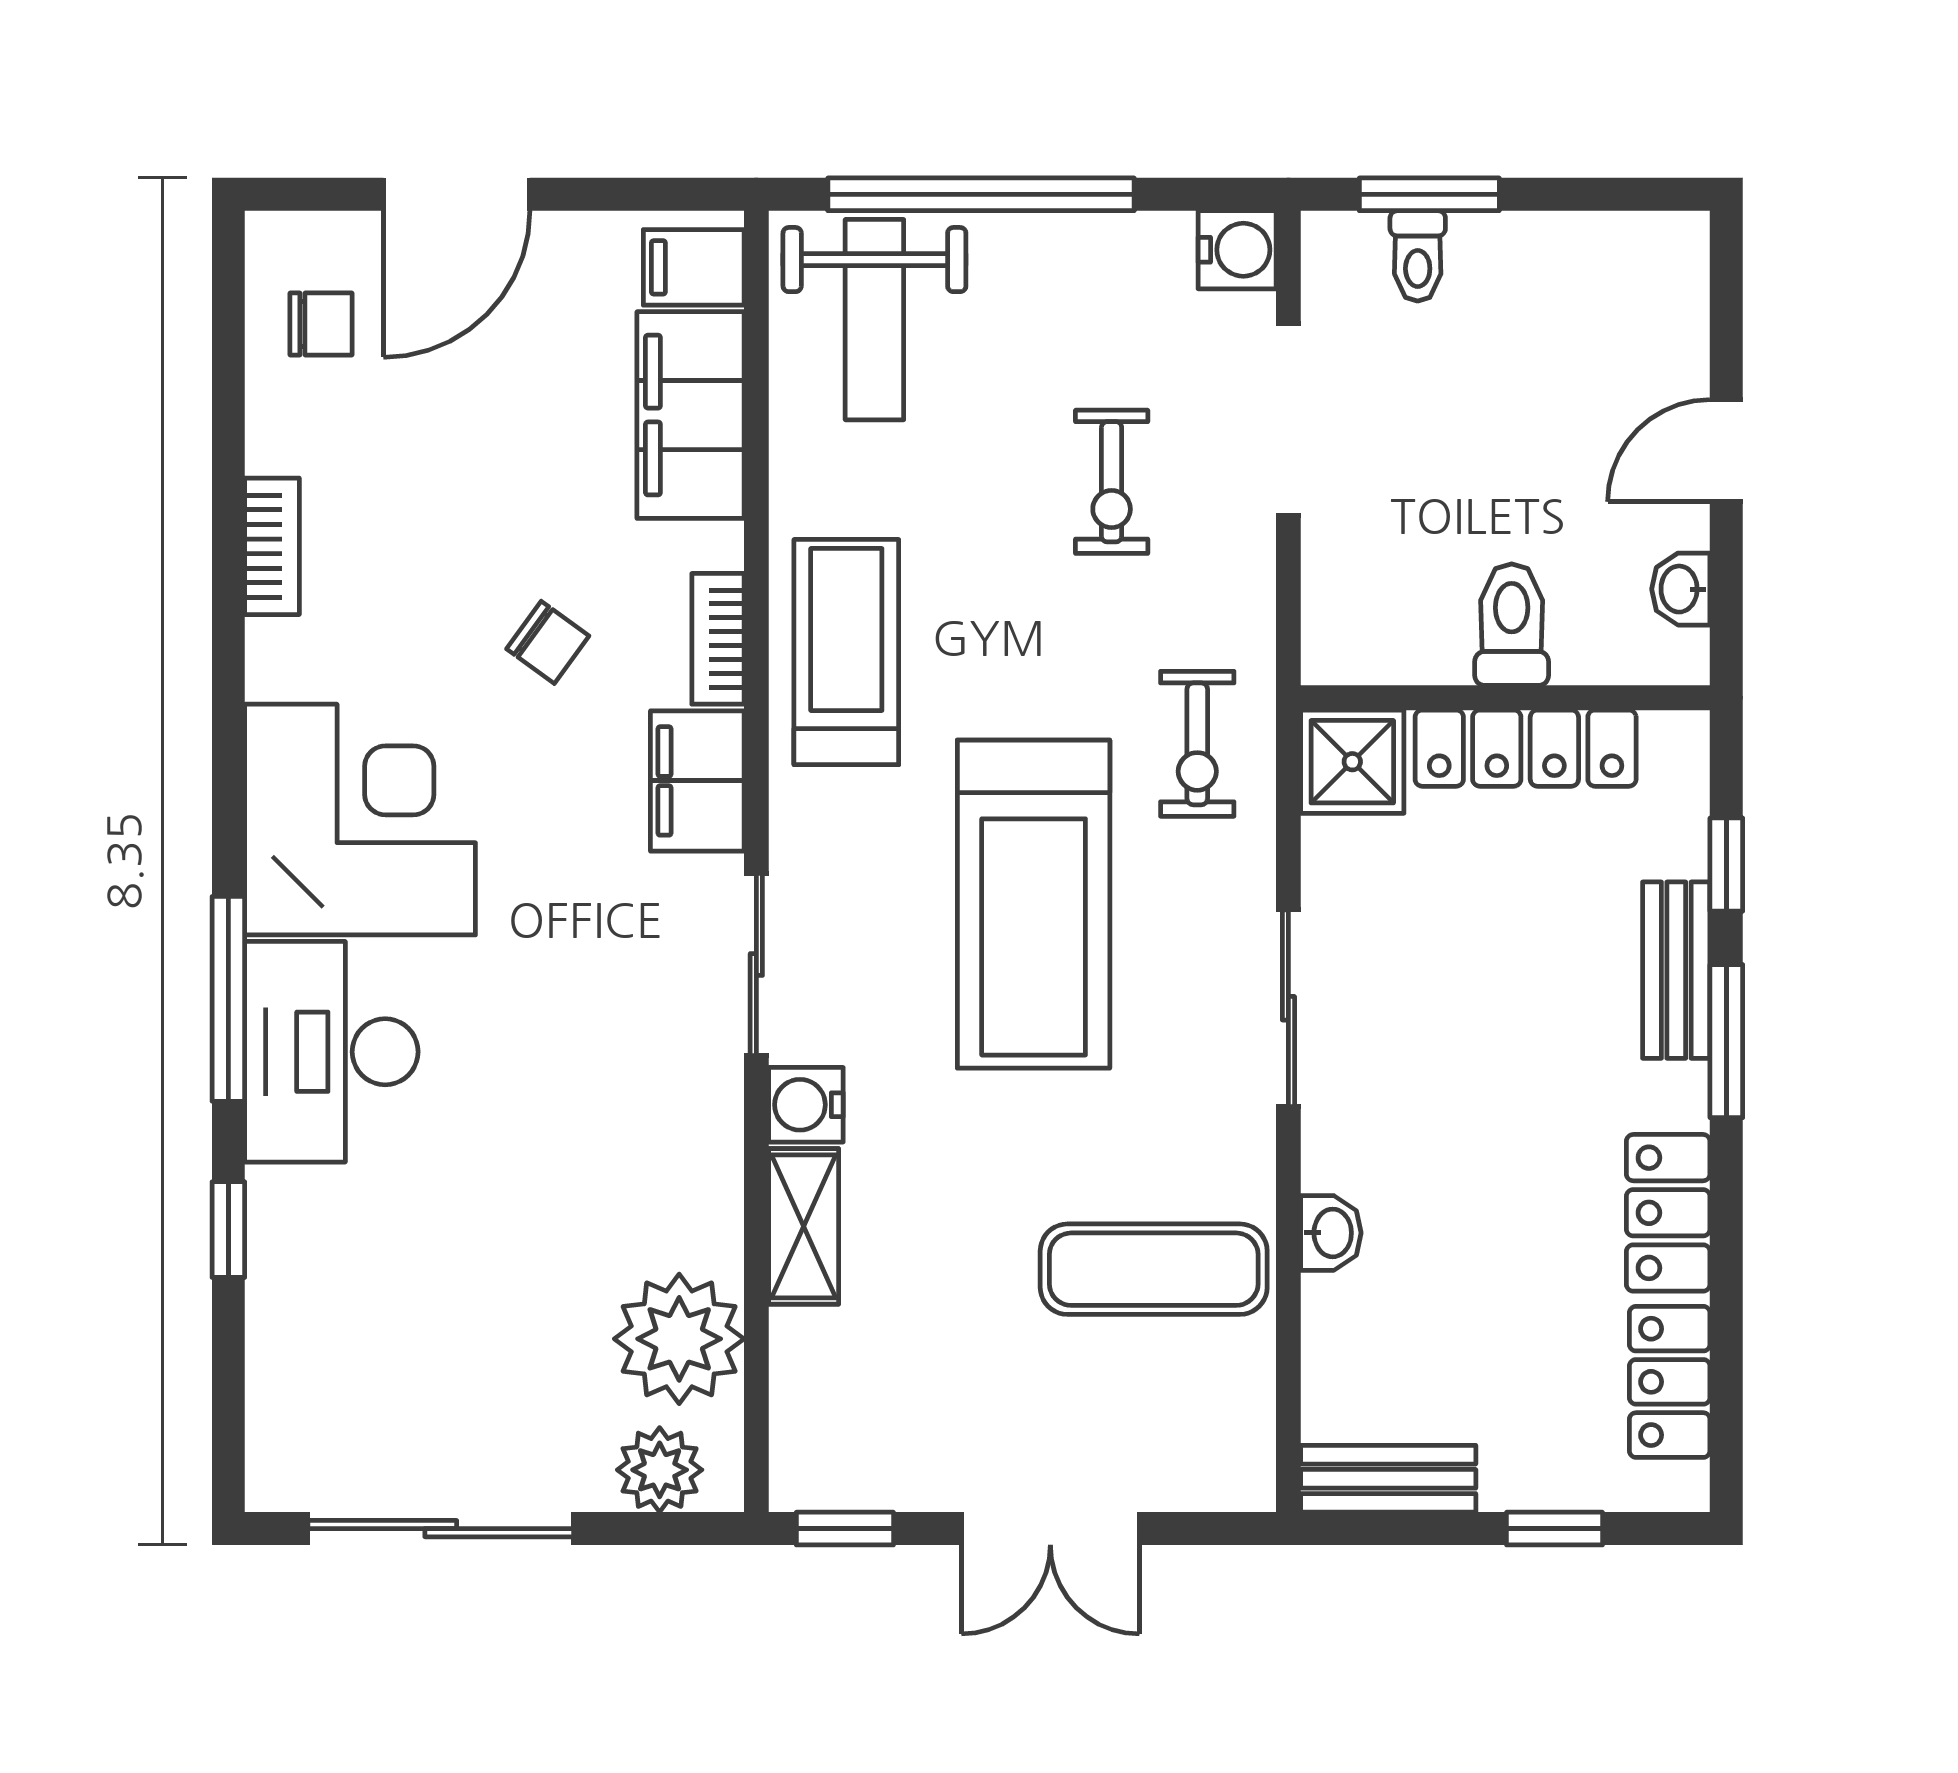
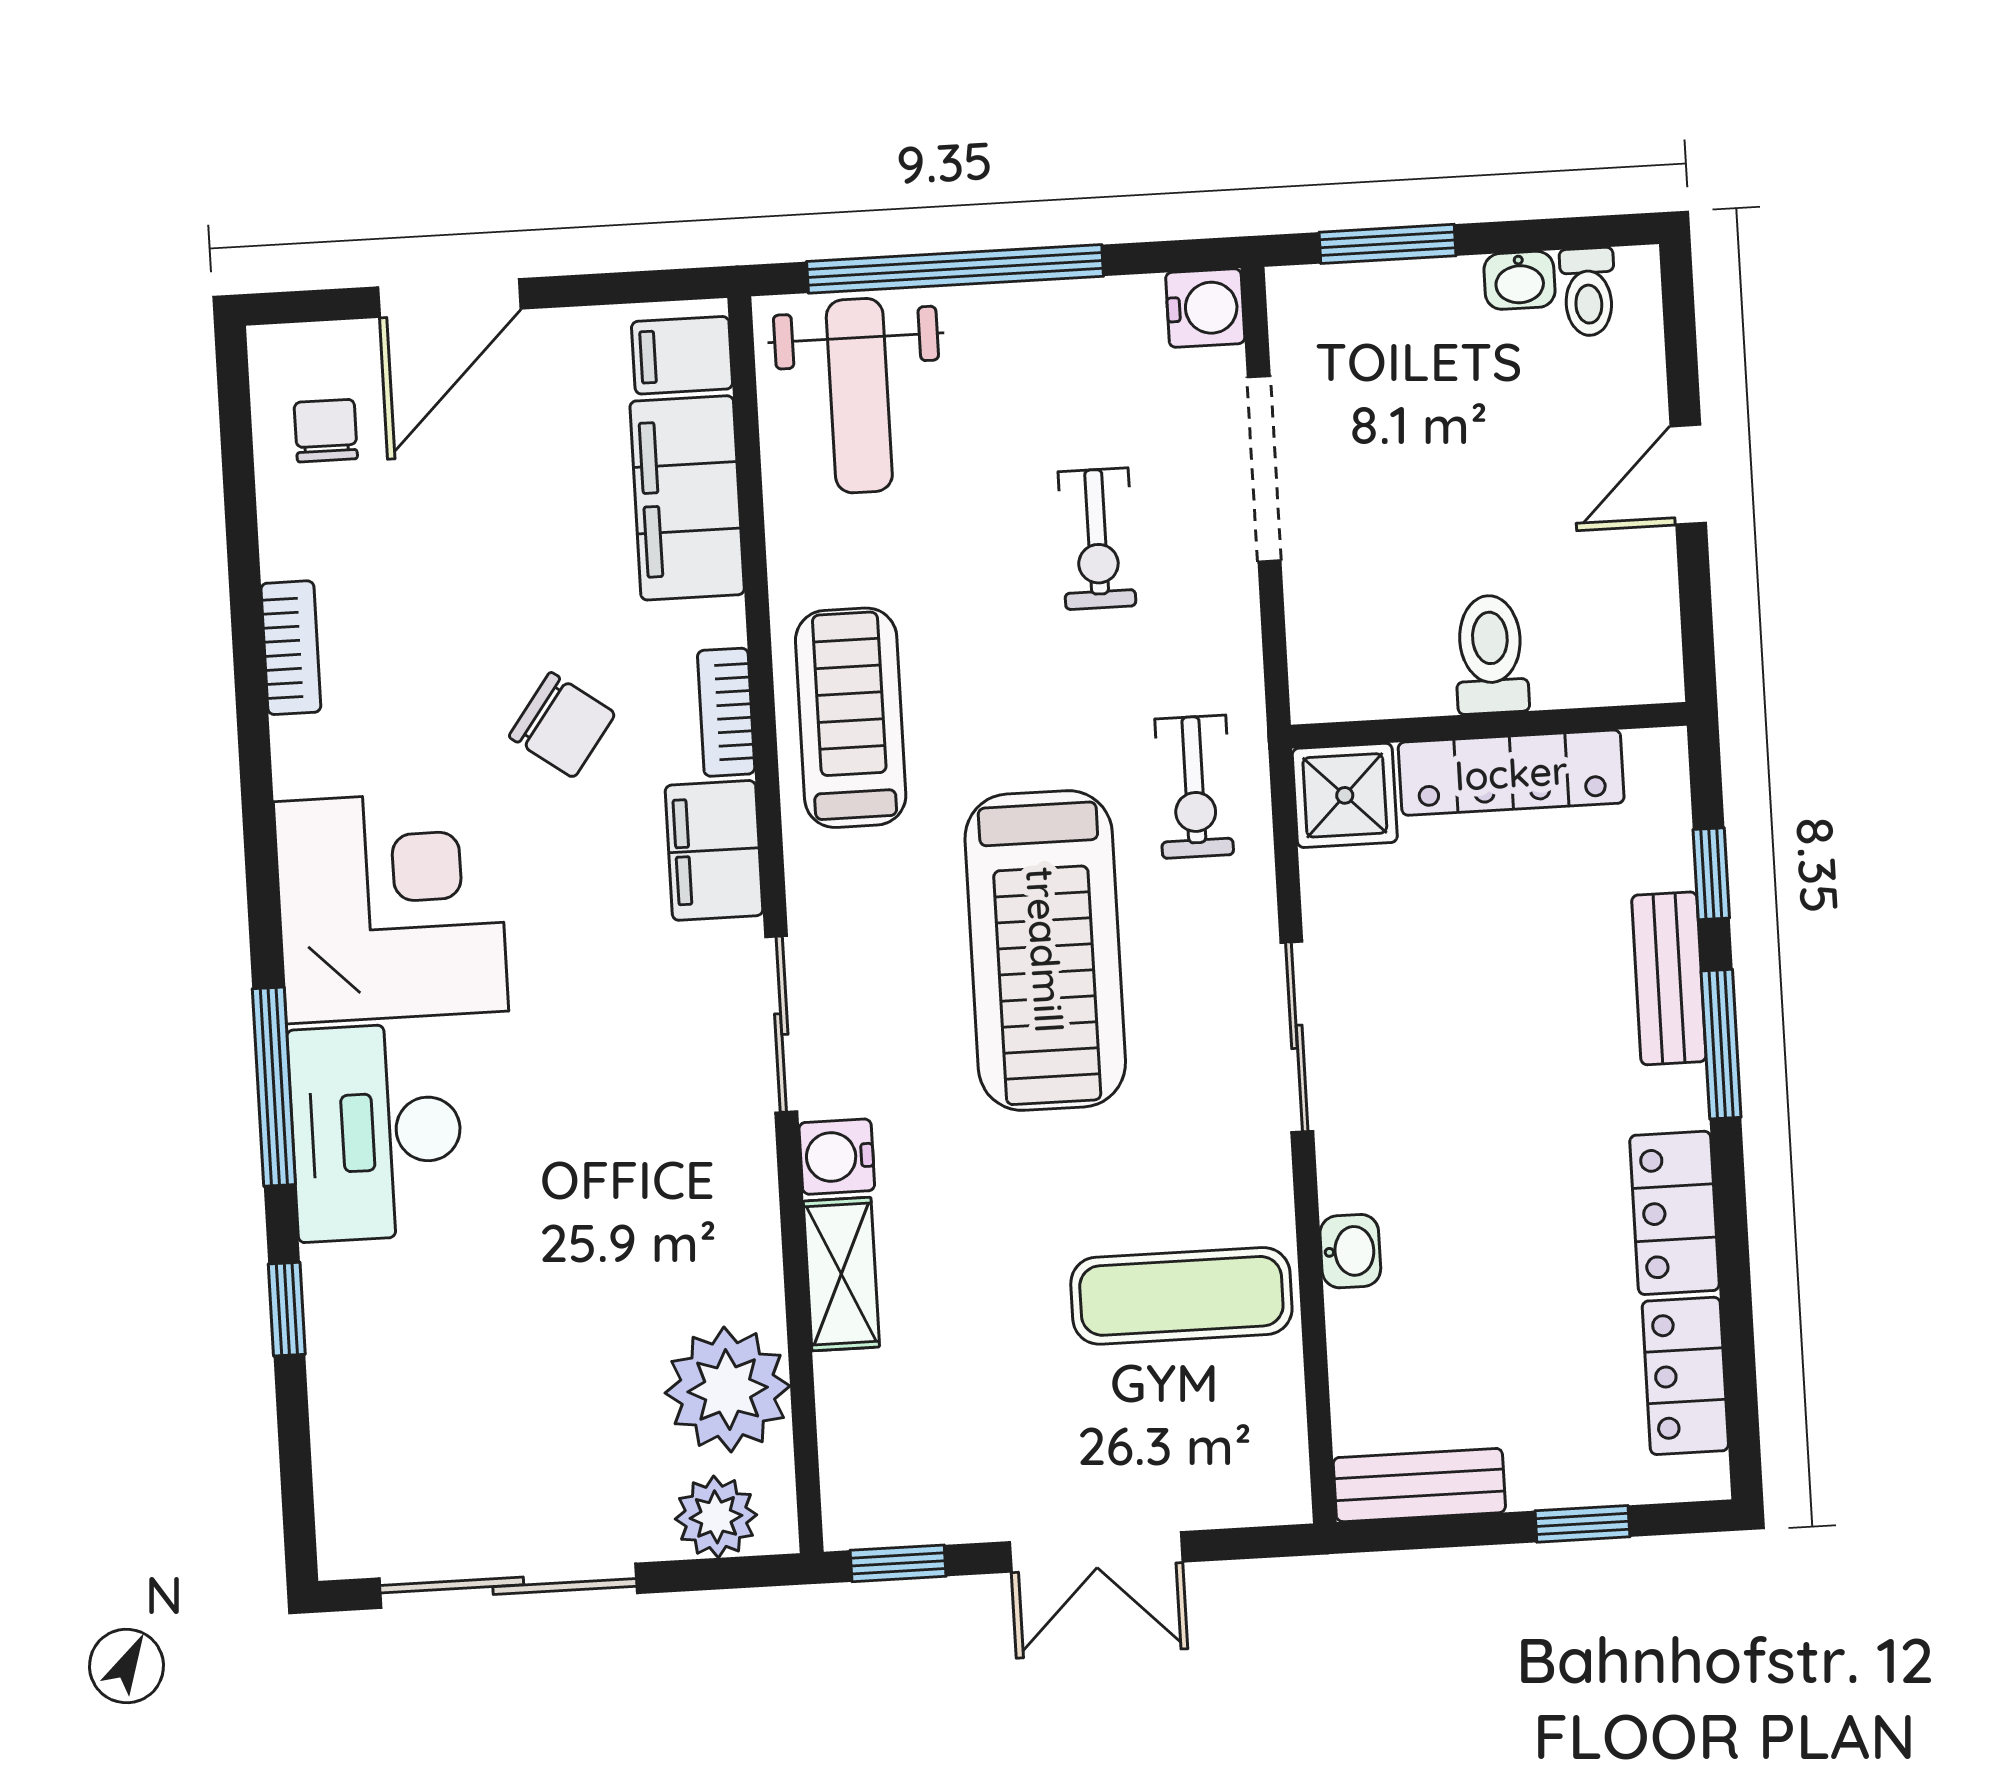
toilet: (1418, 256) -> (1588, 292), moved
chair: (321, 324) -> (326, 431), turned -90
washbasin: (1681, 589) -> (1519, 280), moved, turned -90
chair: (548, 642) -> (562, 725), width x1.37, depth x1.37

